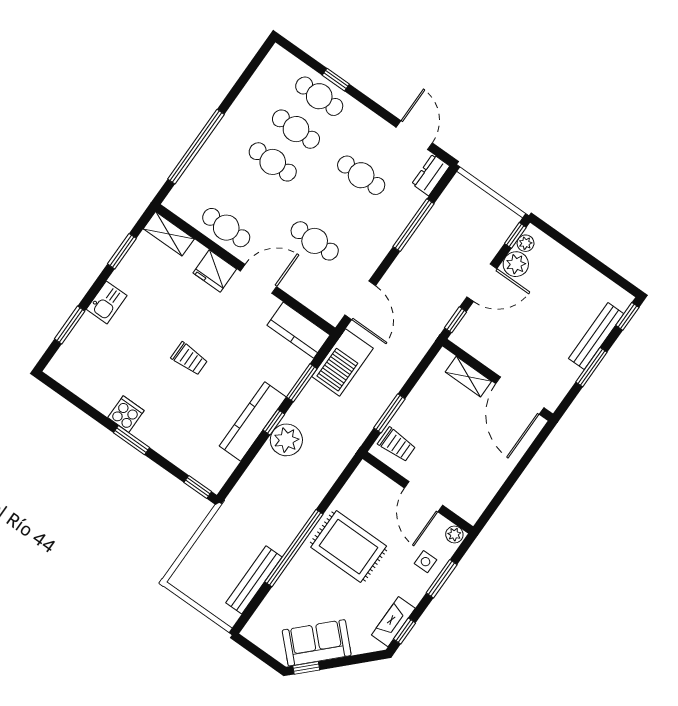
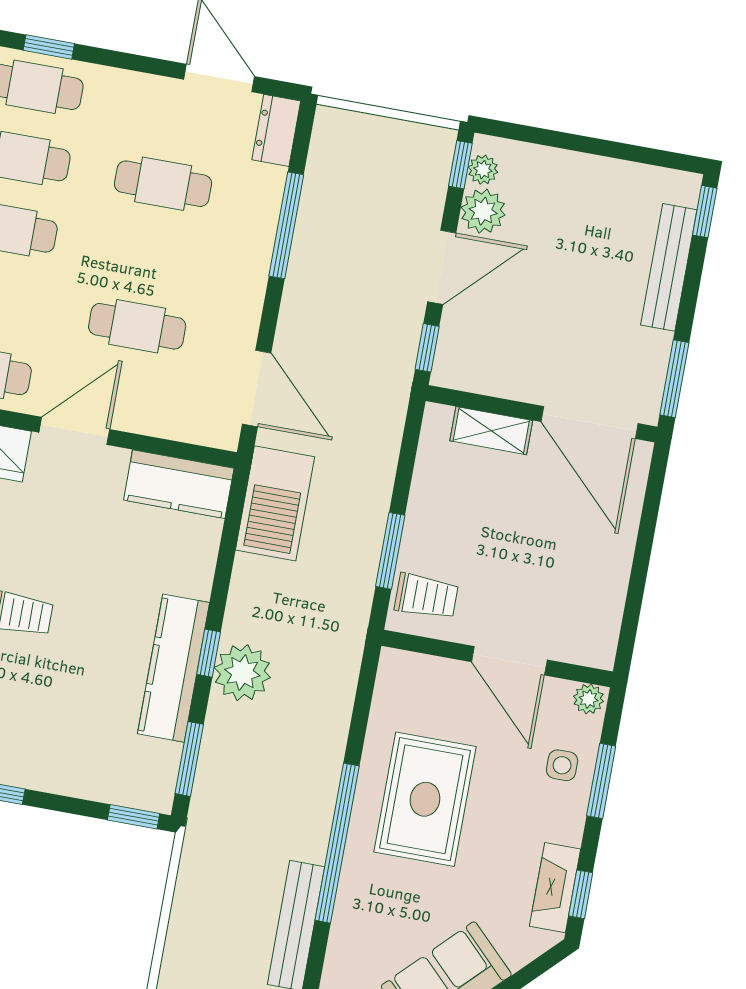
window: (591, 367) -> (674, 379), moved
window: (302, 383) -> (189, 759), moved
rug: (349, 547) -> (425, 799), turned 90

